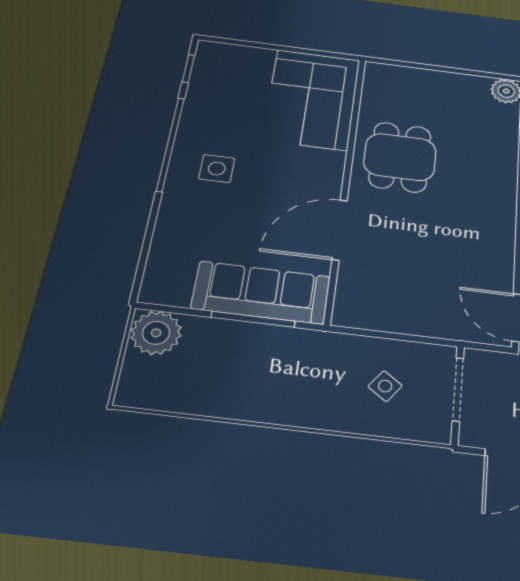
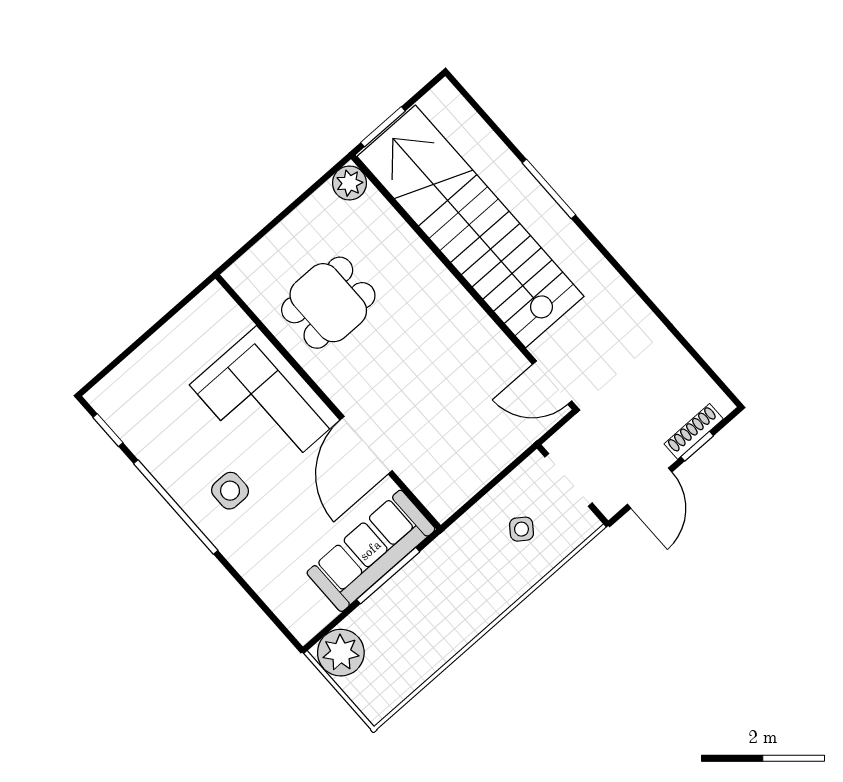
corner sofa: (312, 99) -> (264, 402), moved
dining table: (400, 157) -> (328, 303), moved, turned 90

